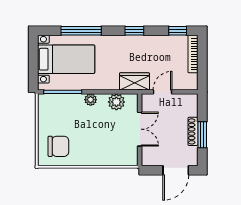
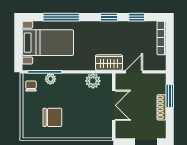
window: (178, 31) -> (137, 17), moved
plant: (91, 100) -> (50, 79), moved
chair: (47, 108) -> (31, 86), added
window: (202, 135) -> (170, 96), moved
chair: (58, 146) -> (52, 117), moved

